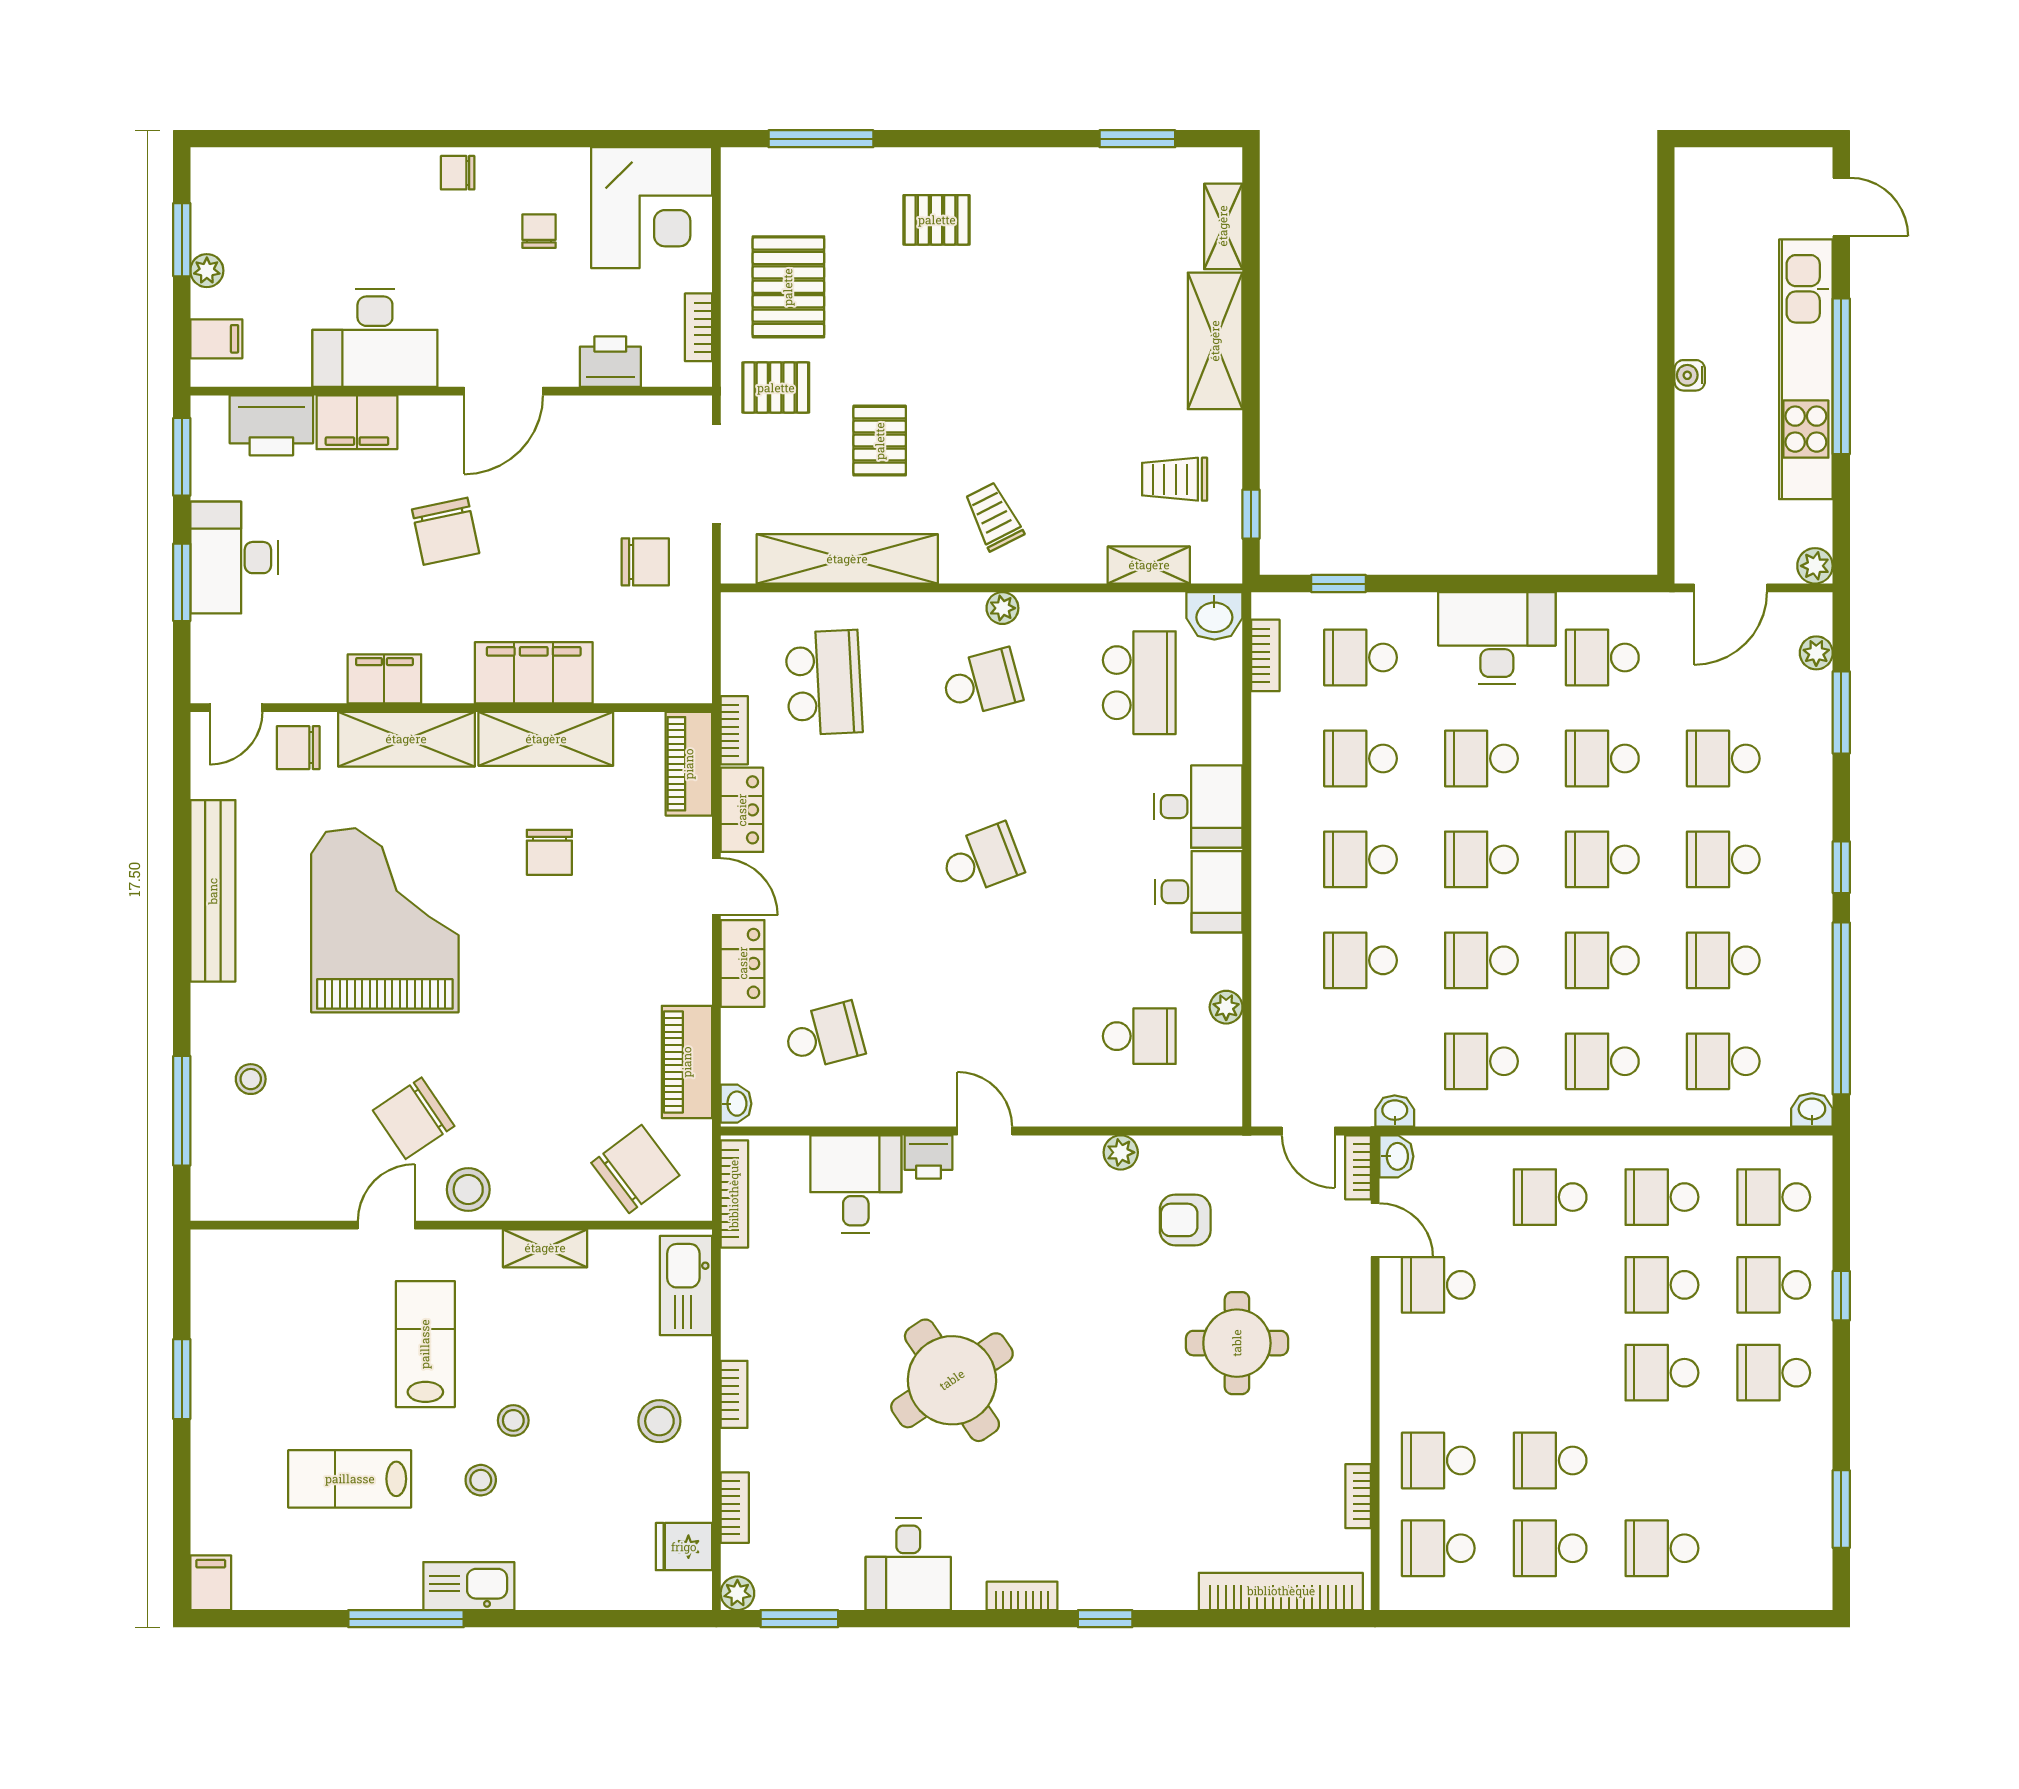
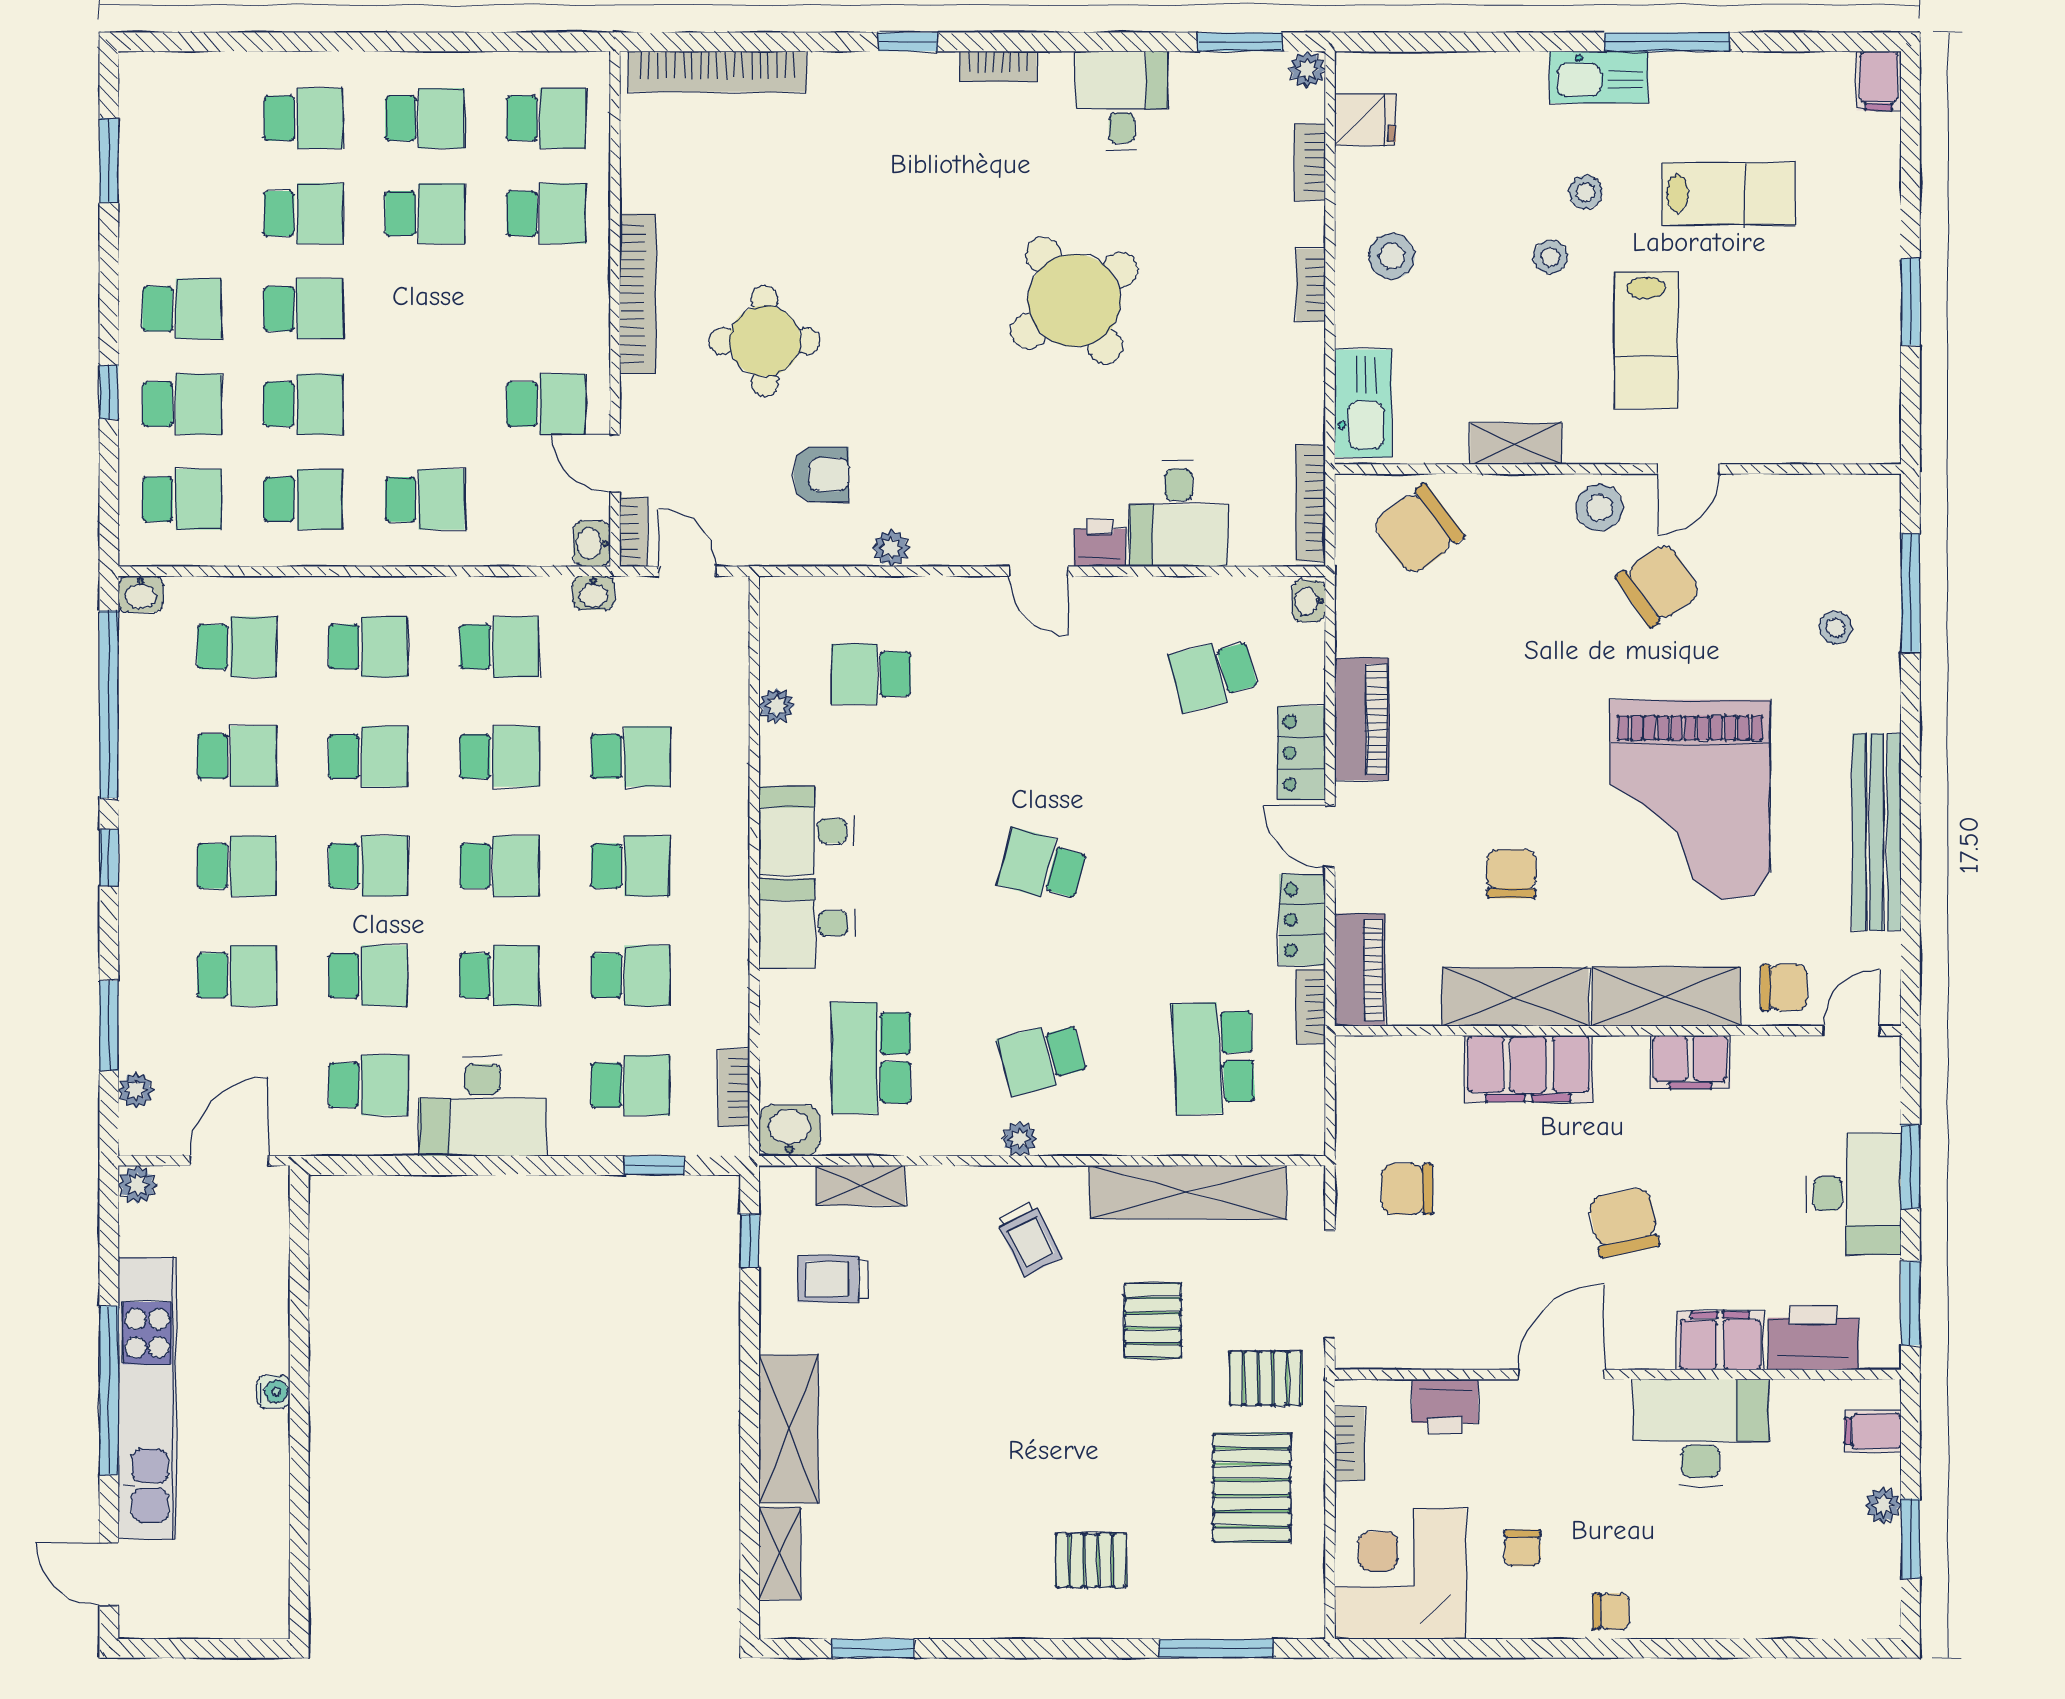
trolley: (1175, 479) -> (833, 1279), turned 180
school desk: (982, 859) -> (1042, 866), turned 36
piano: (687, 1062) -> (1362, 719), moved
school desk: (1662, 1460) -> (304, 213), added
bookcase: (1358, 1496) -> (638, 294), moved, width x2.31, depth x1.31

